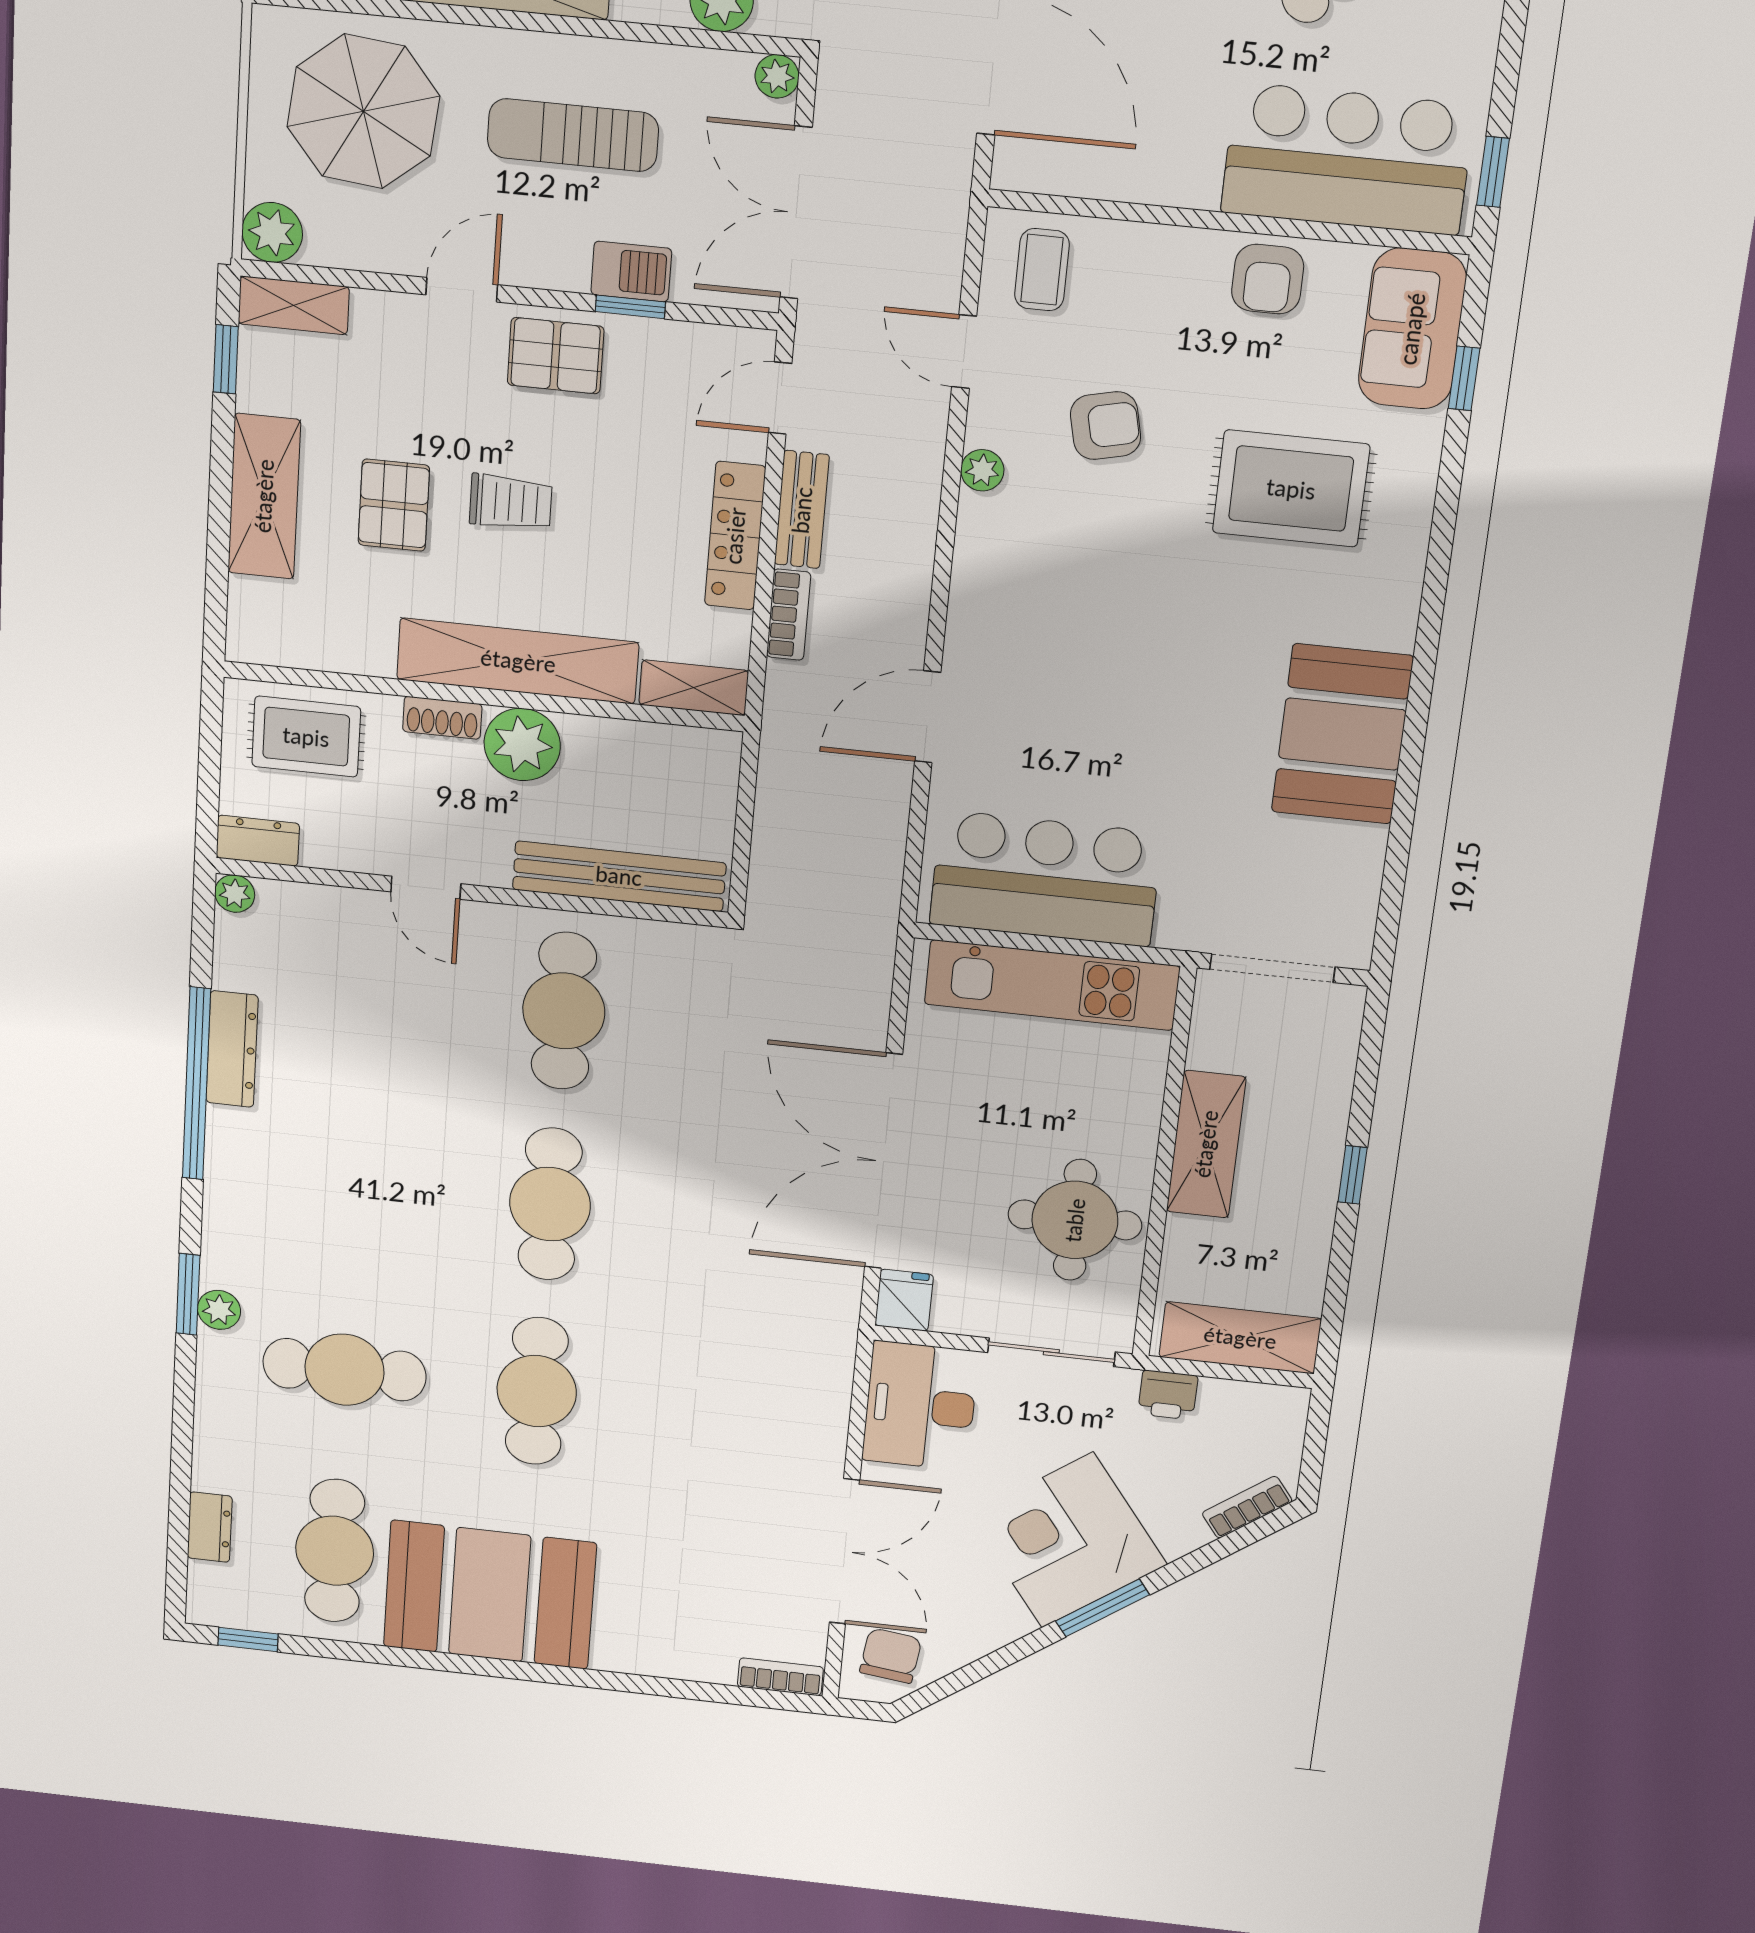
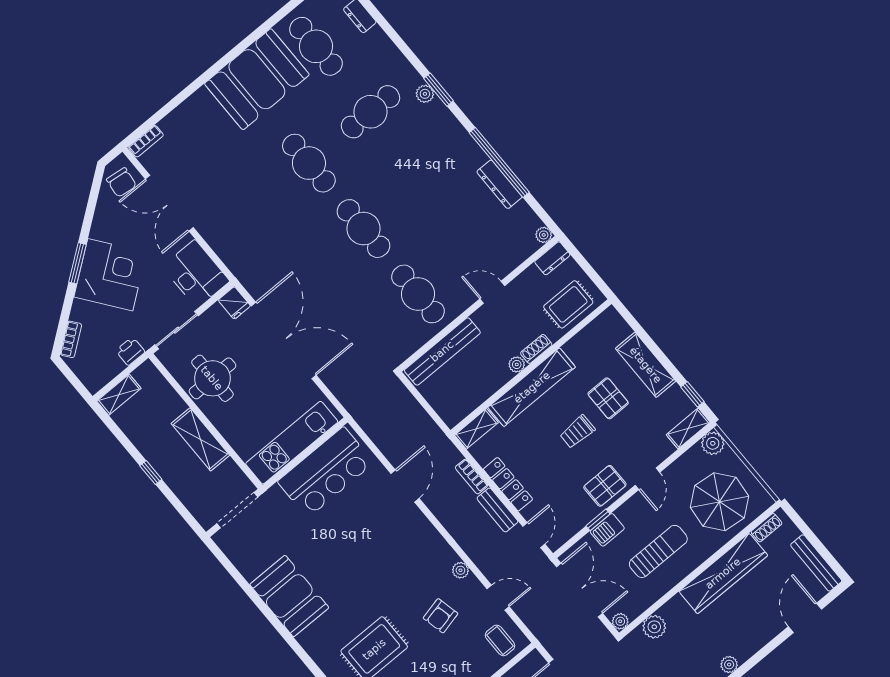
plant: (522, 745) -> (517, 364), width x0.53, depth x0.53
shelving: (1240, 1338) -> (119, 395), width x0.67, depth x0.75

